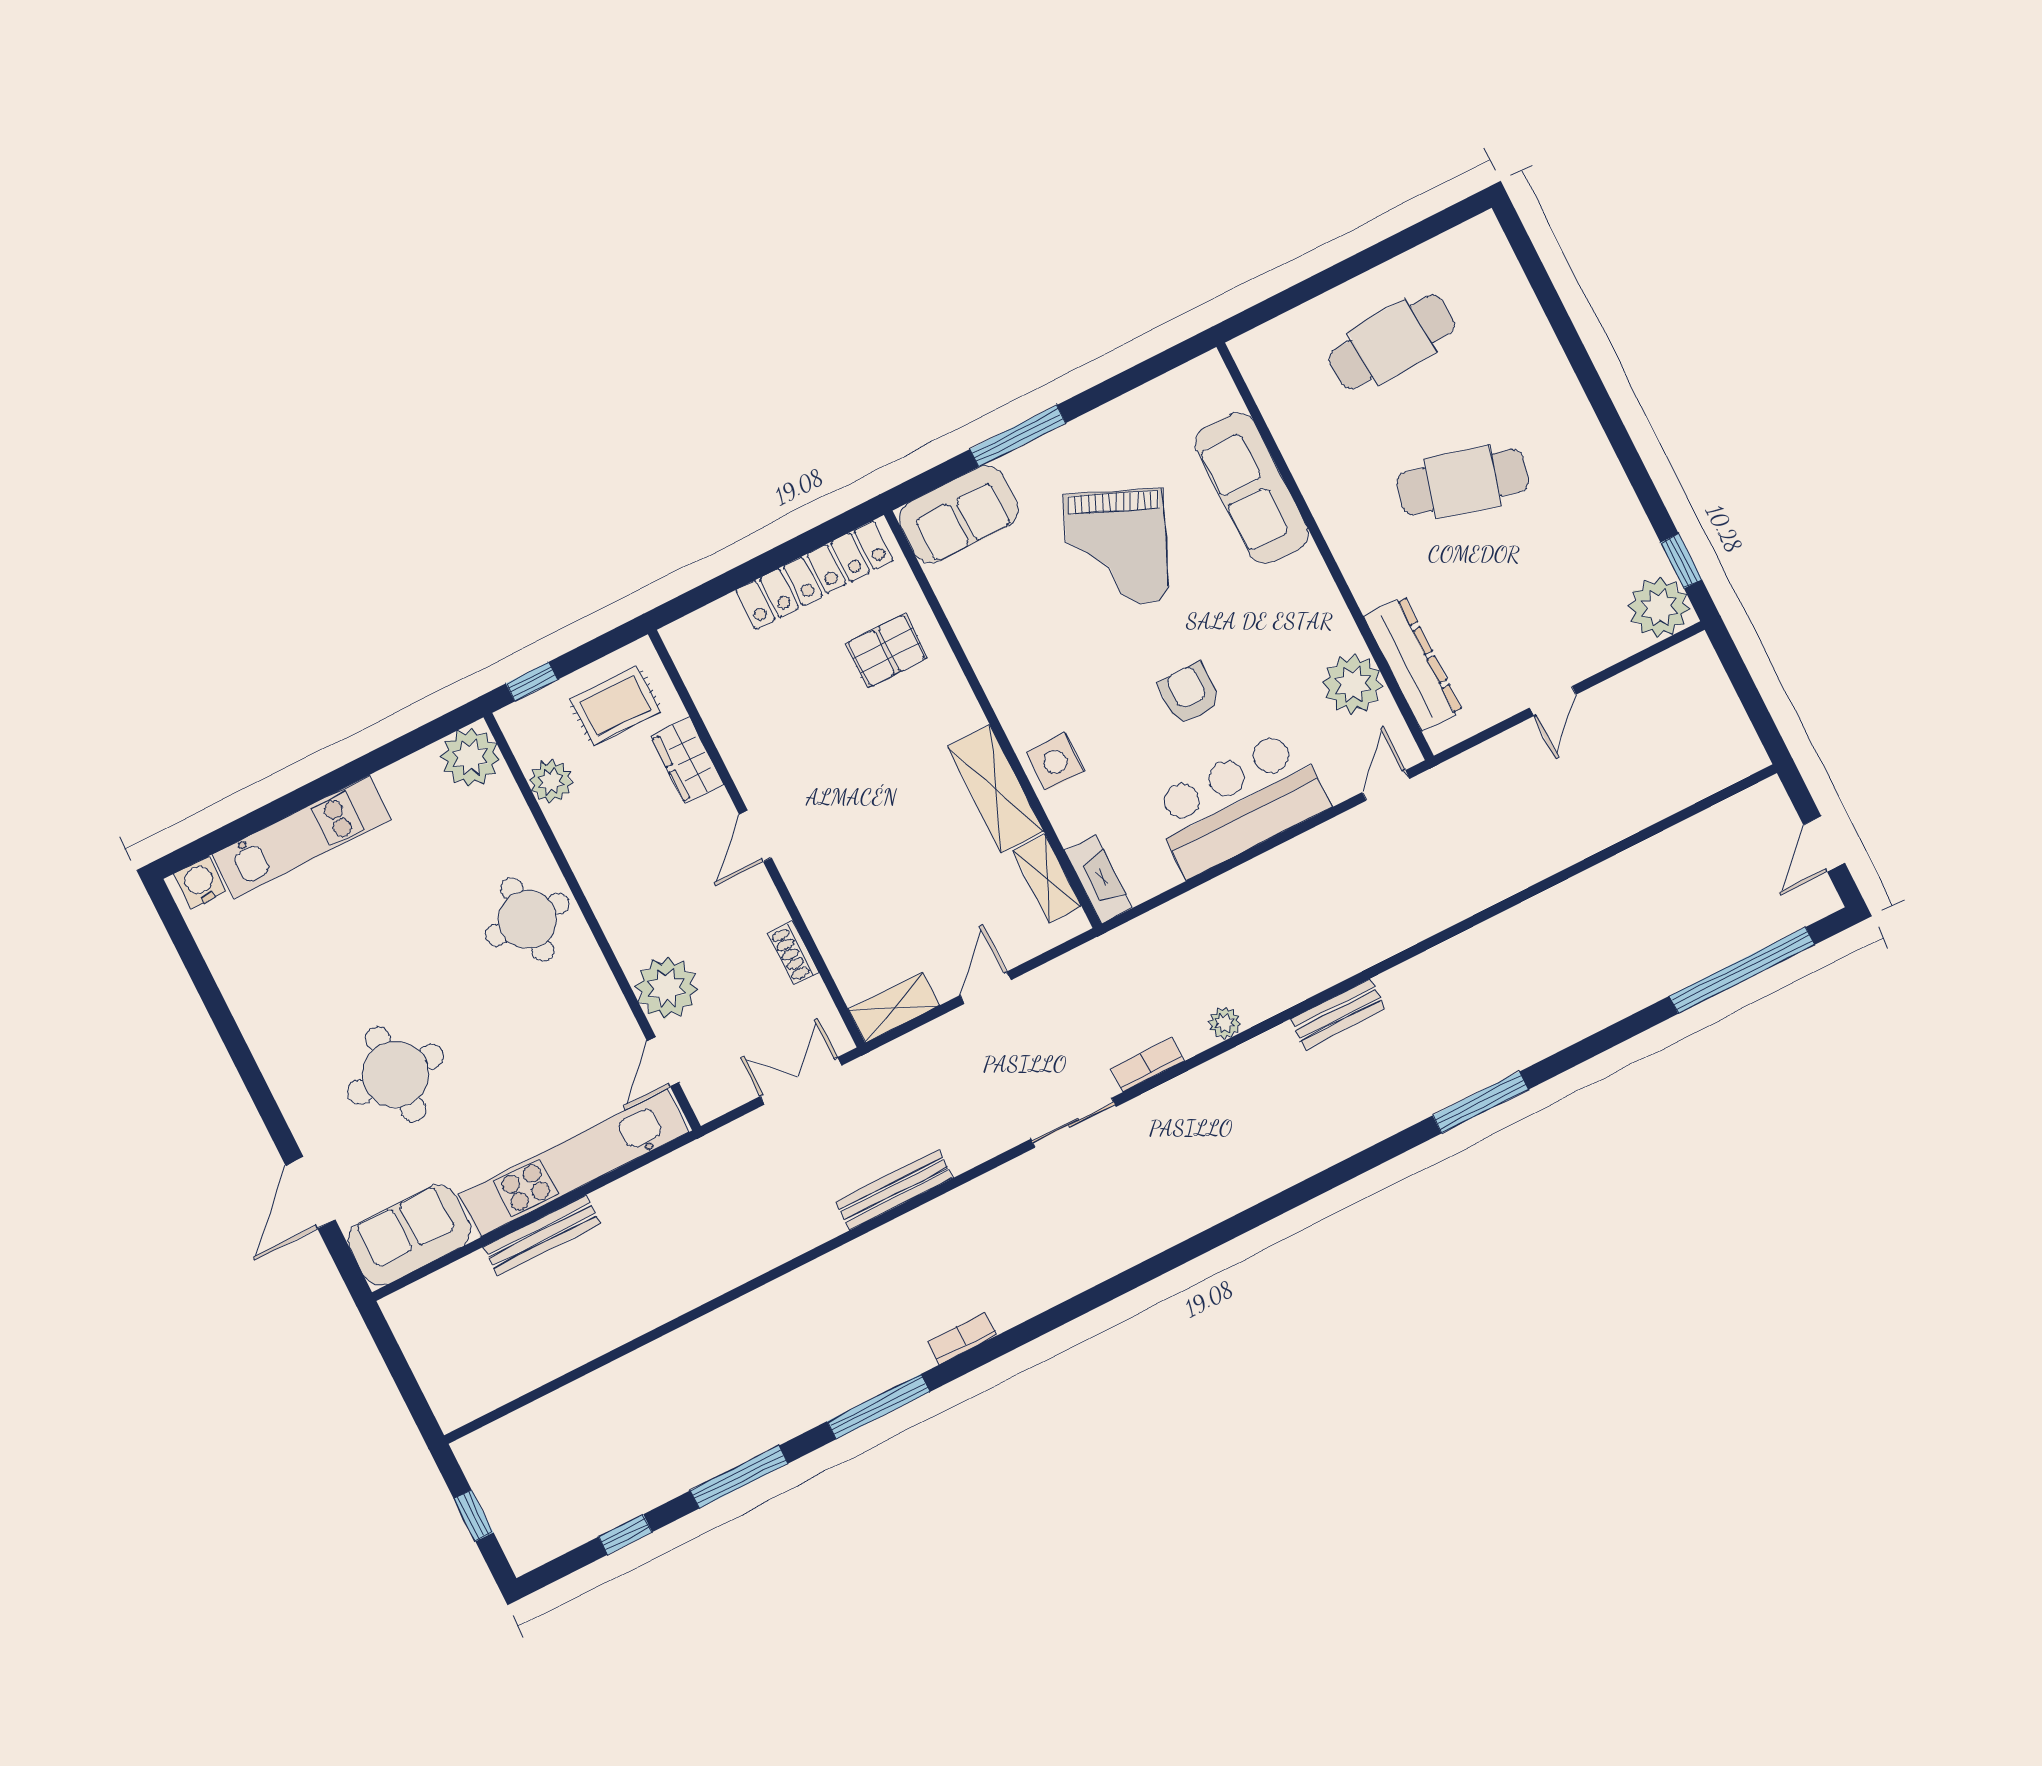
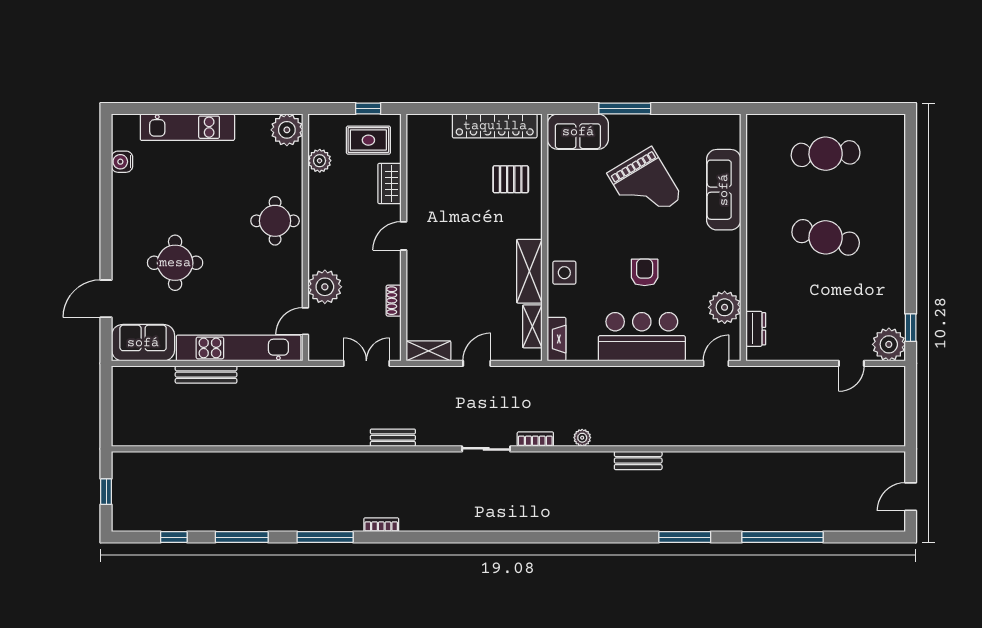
grand piano: (1116, 548) -> (645, 186), turned -54
dresser: (1413, 664) -> (756, 329), width x0.51, depth x0.80
window: (531, 682) -> (368, 109), moved
door: (1553, 701) -> (851, 363), moved
water cooler: (200, 883) -> (122, 162), moved, turned -90
window: (1742, 970) -> (782, 537), moved
bench: (894, 1190) -> (393, 438), width x0.73

